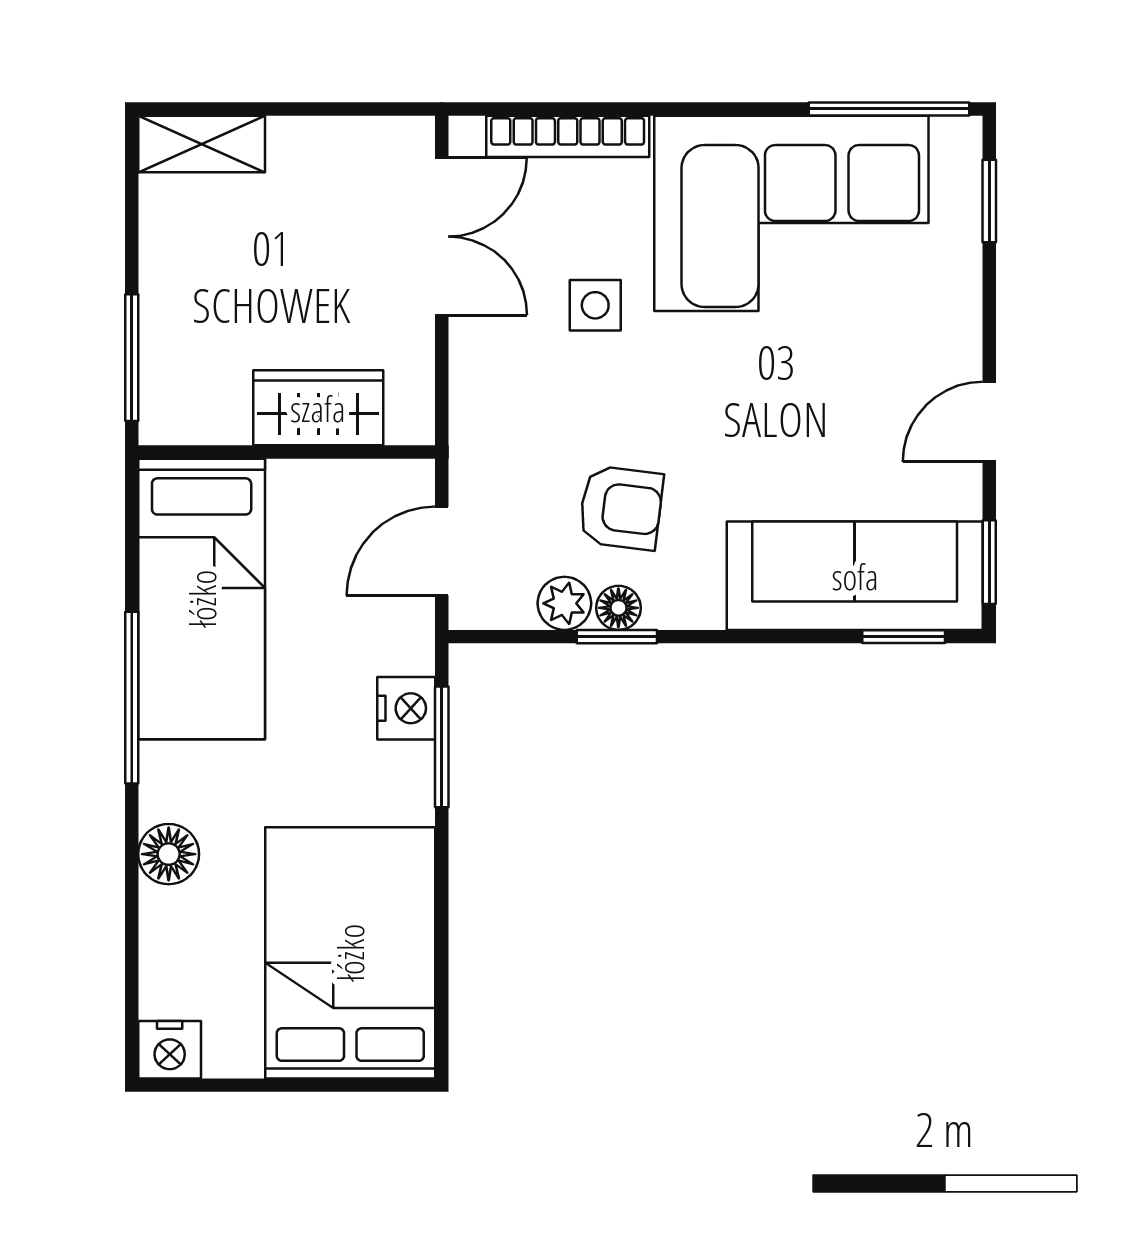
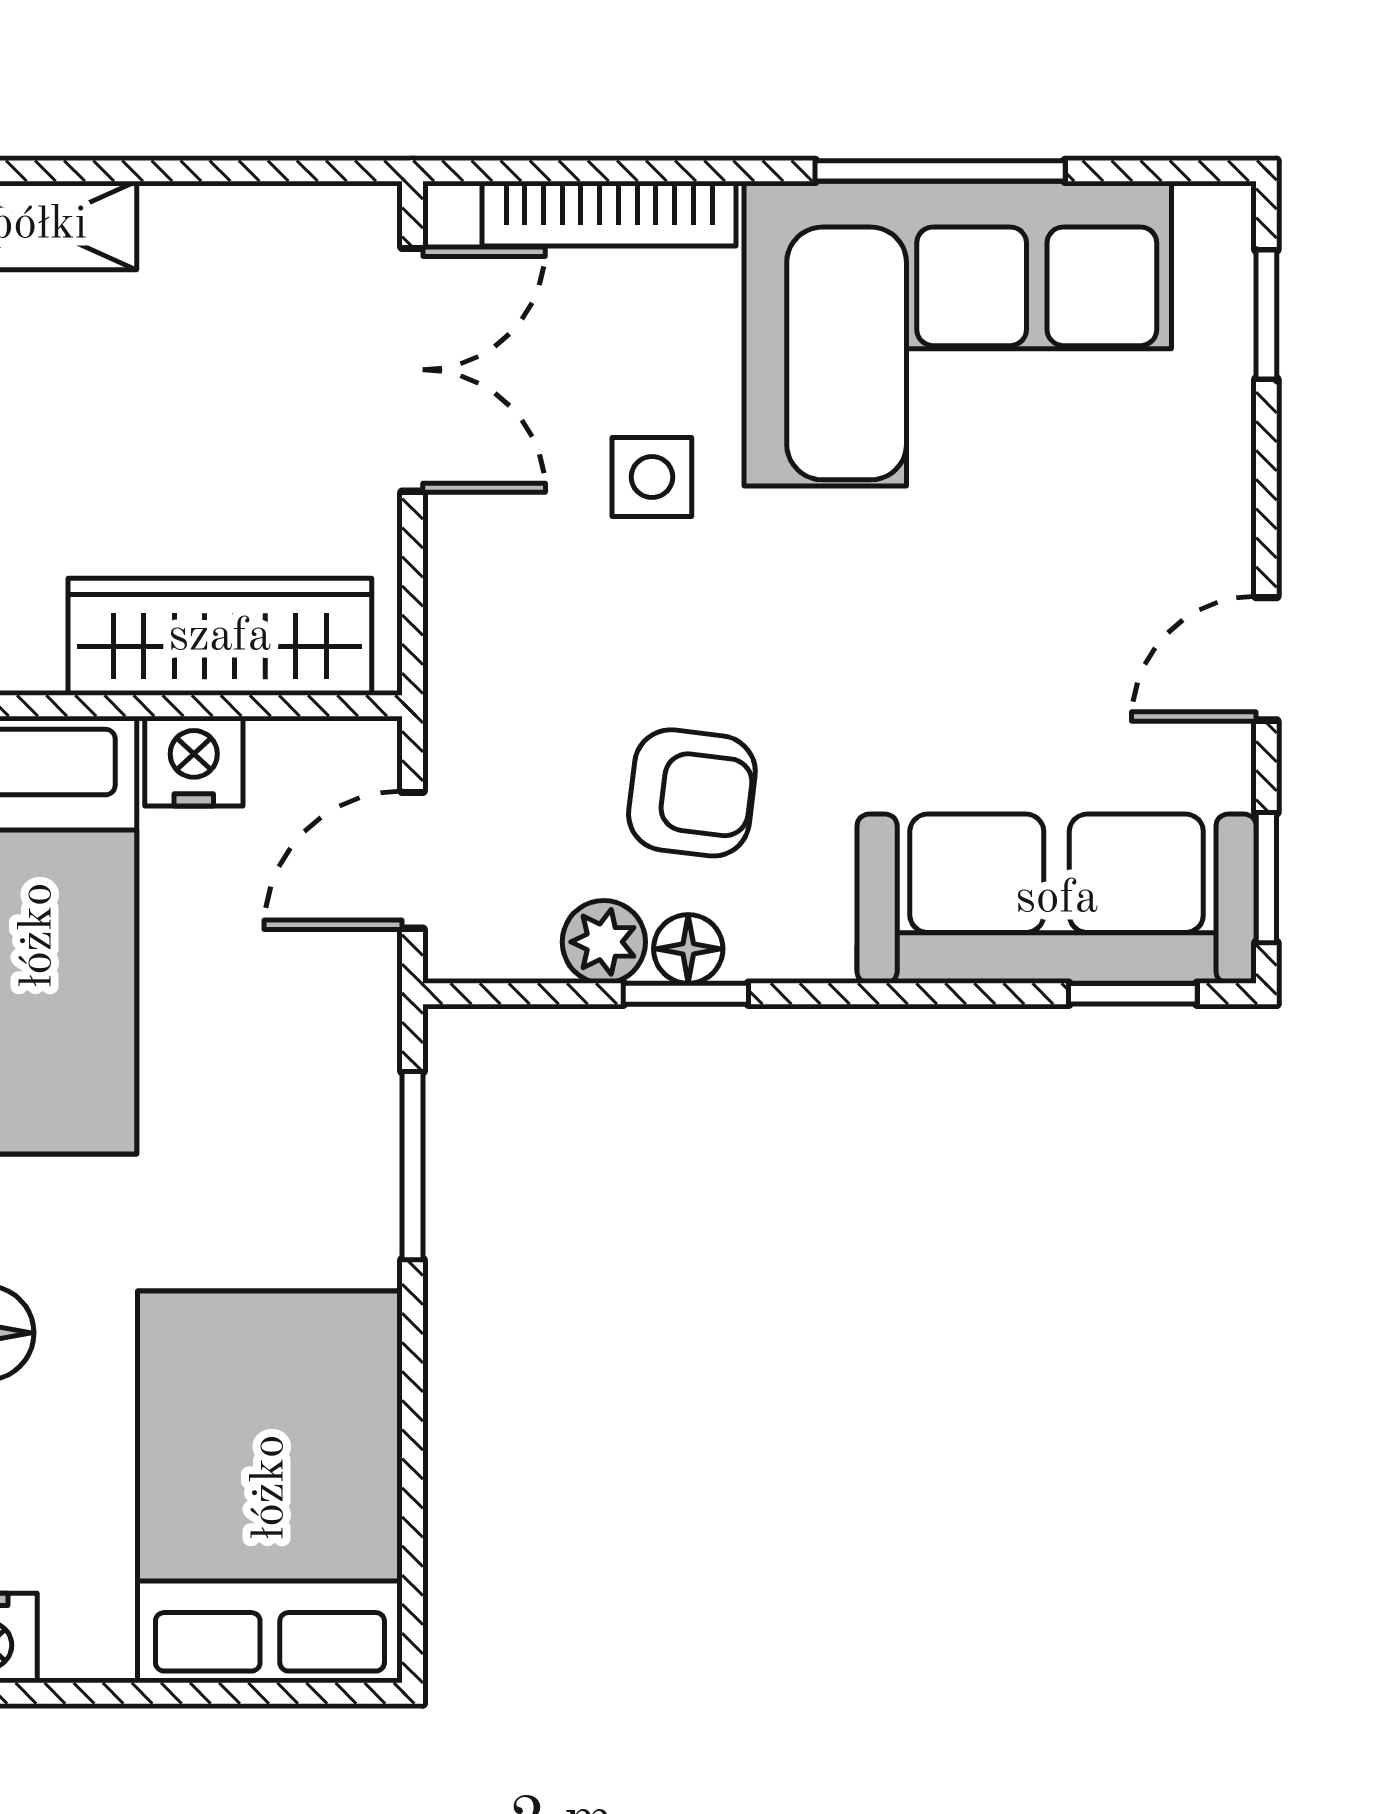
window: (889, 109) -> (940, 171), moved
wardrobe: (318, 408) -> (220, 637), width x1.50
nightstand: (406, 708) -> (194, 761), moved, turned -90

